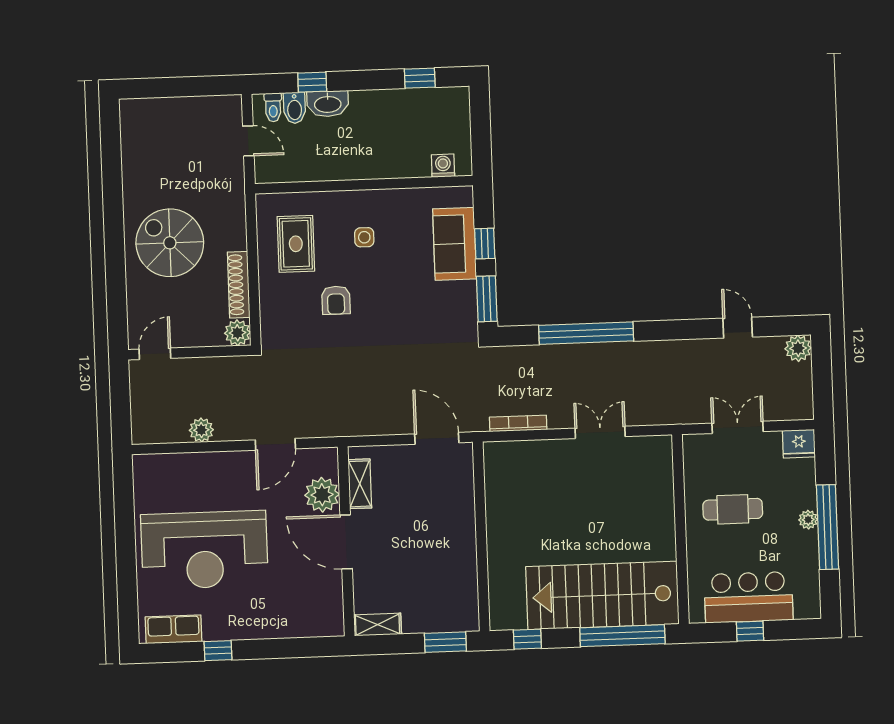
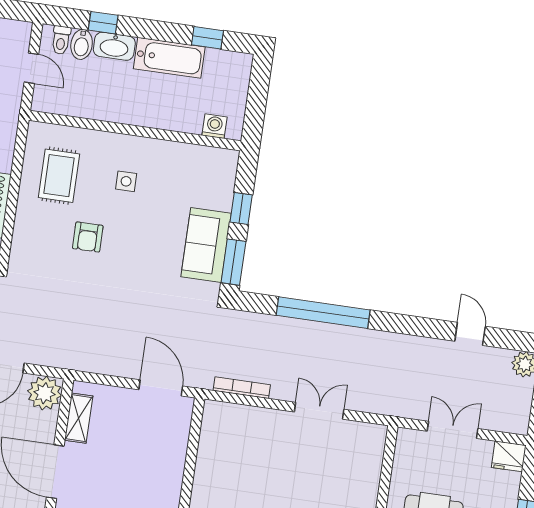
bathtub: (385, 105) -> (169, 58), added
sofa: (455, 244) -> (206, 245), moved
plant: (322, 495) -> (45, 393), moved

